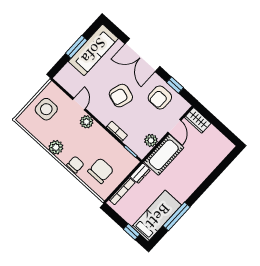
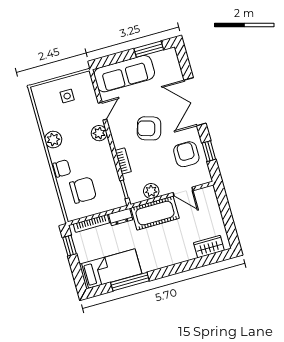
window: (76, 47) -> (149, 49), moved
sofa: (93, 50) -> (124, 74), moved
armchair: (160, 97) -> (186, 154), turned 90
side table: (46, 109) -> (67, 96), width x0.54, depth x0.54
wardrobe: (198, 120) -> (209, 247), moved, turned 90
door: (174, 126) -> (183, 192), hinge flipped
window: (132, 232) -> (69, 246), moved

